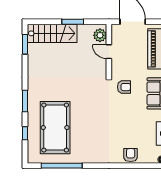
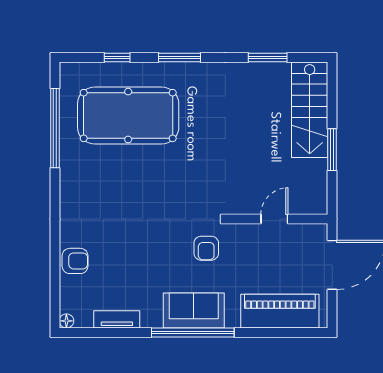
plant: (100, 35) -> (306, 202), removed
window: (25, 44) -> (268, 58), moved

